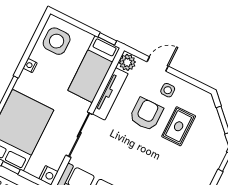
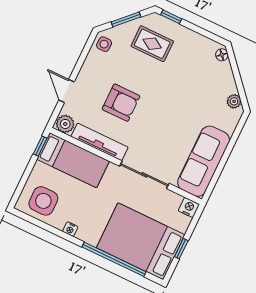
side table: (168, 90) -> (104, 44), moved
armchair: (146, 114) -> (121, 103), turned 180
rug: (179, 126) -> (152, 44), moved

